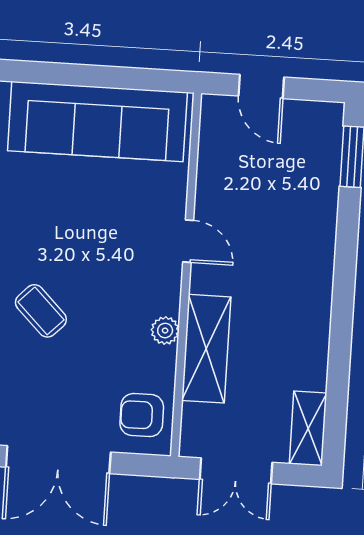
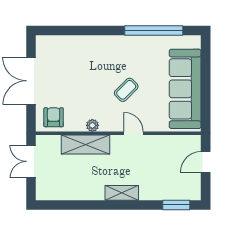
door: (188, 241) -> (134, 133), swing flipped
coffee table: (41, 311) -> (126, 90), moved
shelving: (308, 428) -> (122, 193), moved

